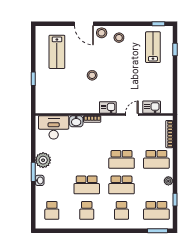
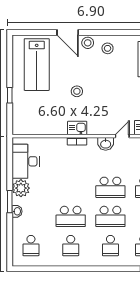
lab bench: (57, 52) -> (37, 65), width x1.36, depth x1.39
kitchen sink: (108, 107) -> (77, 128), moved
washbasin: (76, 121) -> (106, 144), moved
desk: (54, 127) -> (26, 161), moved, turned -90

